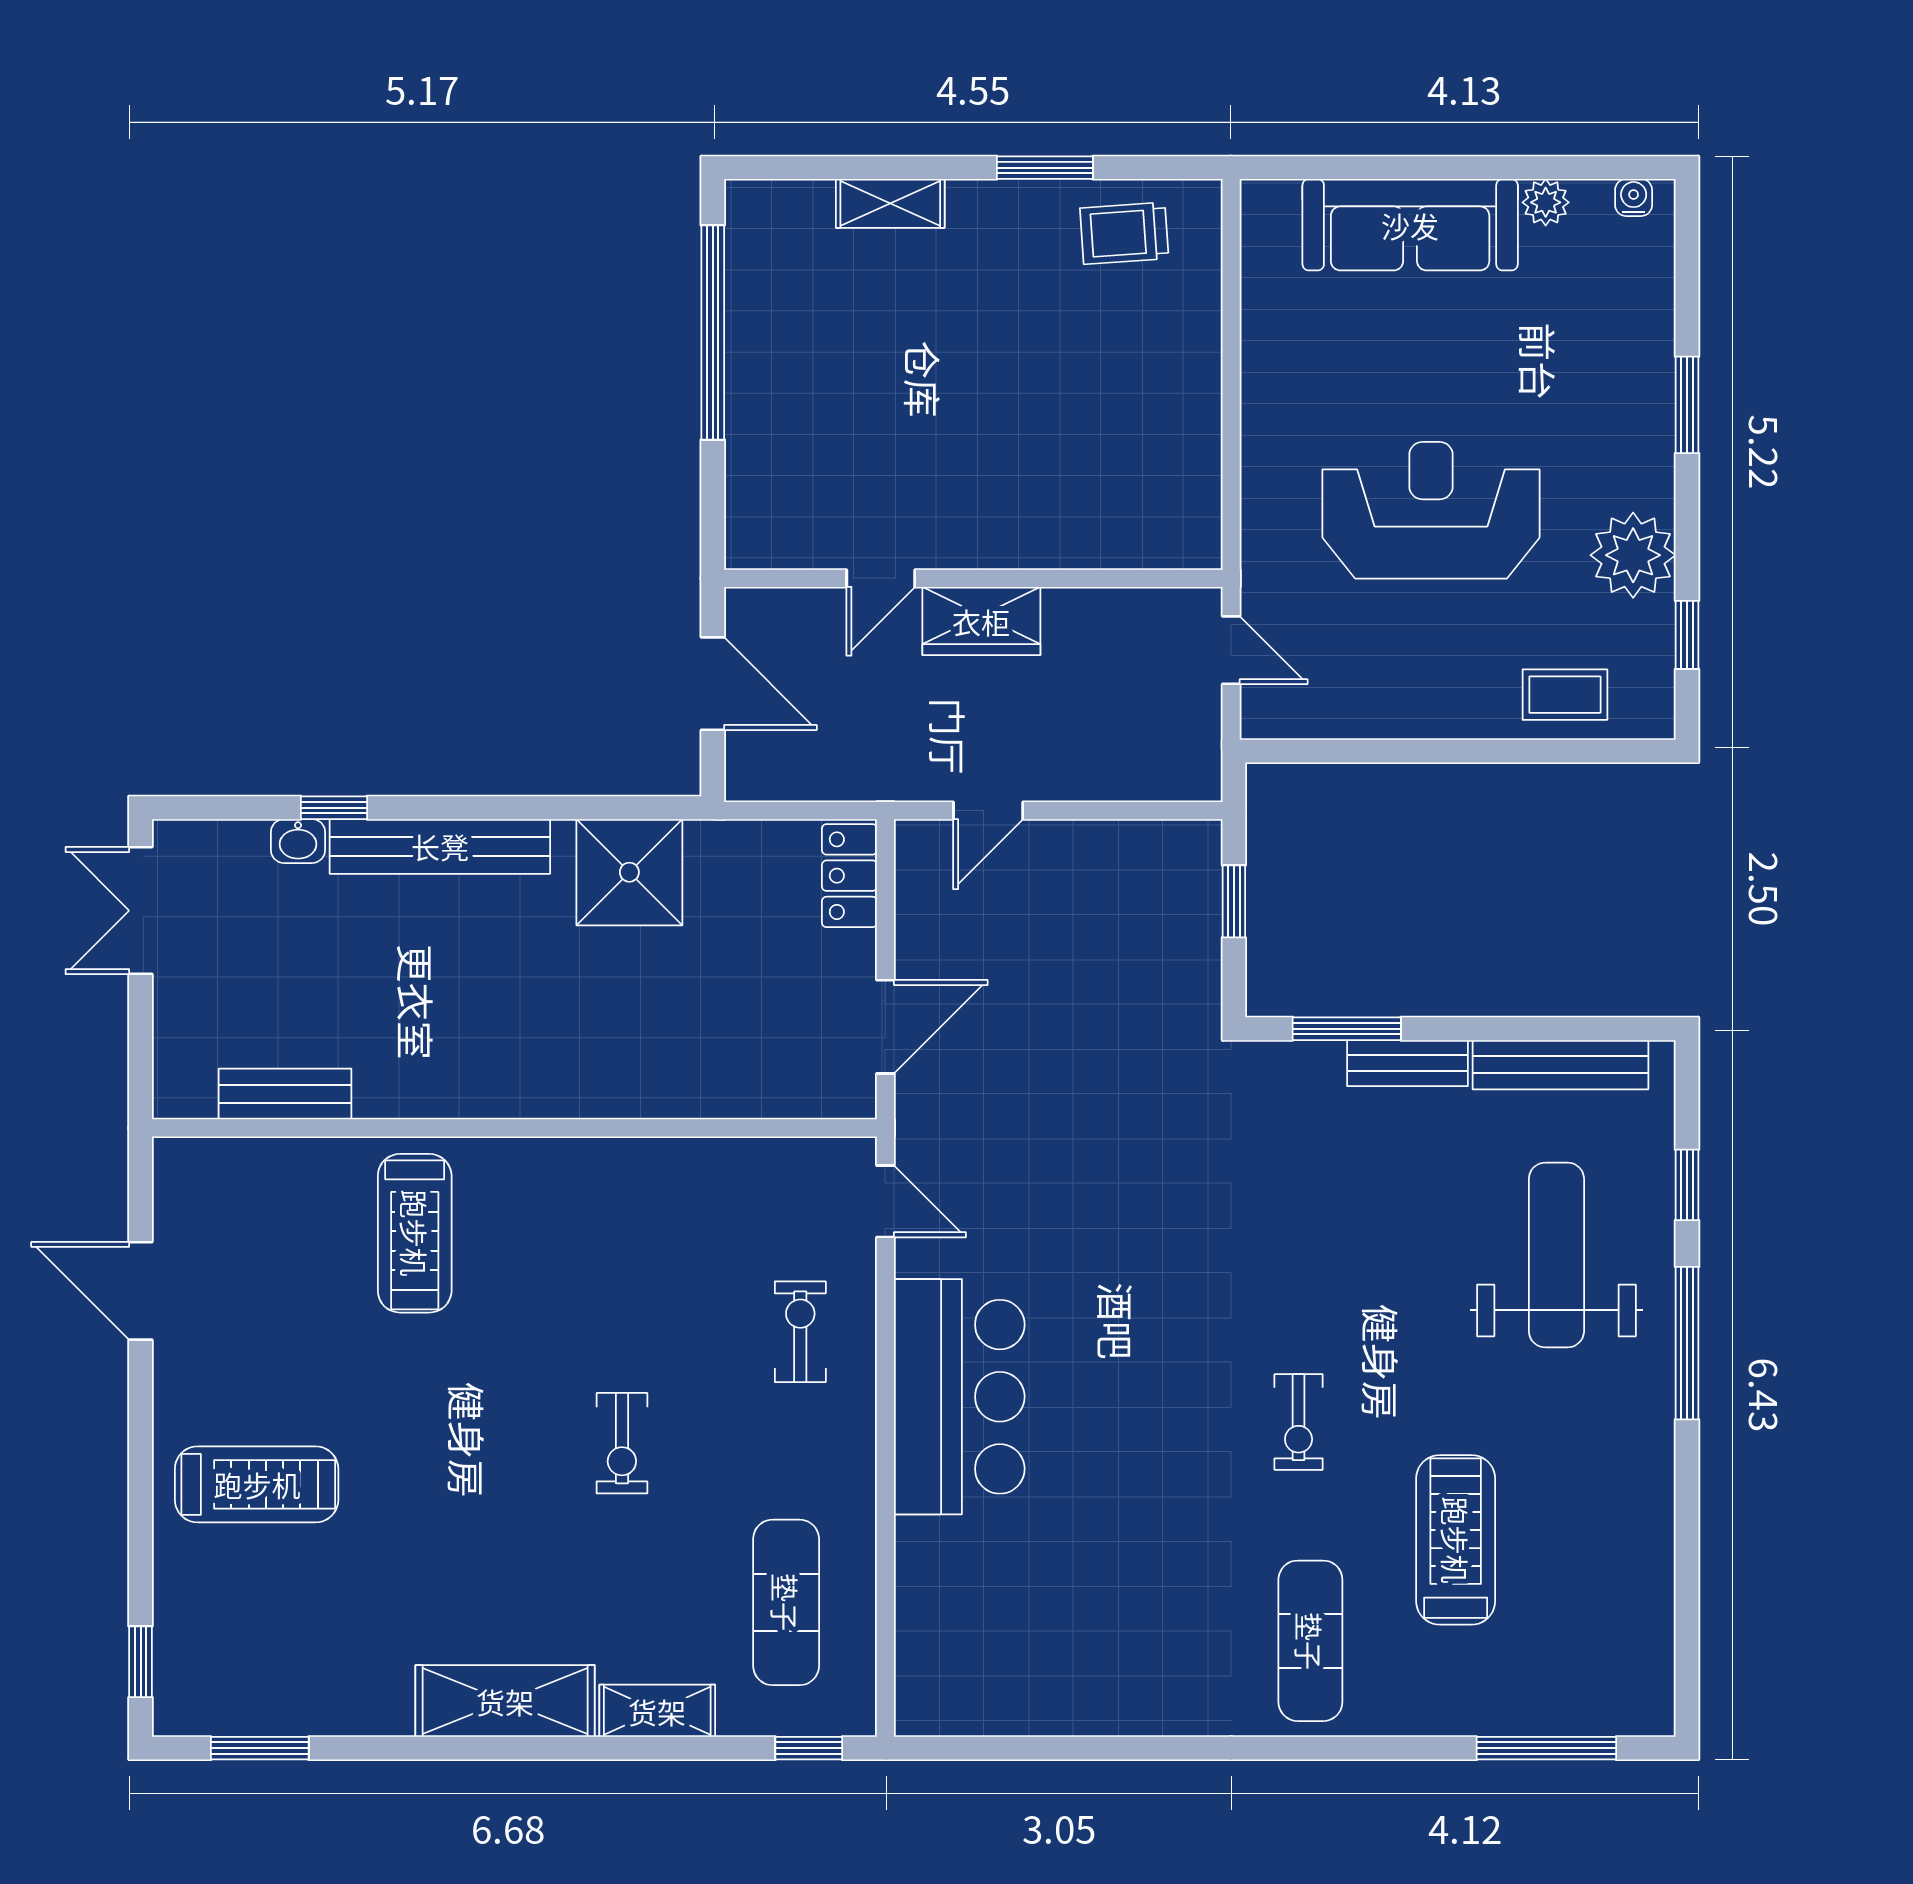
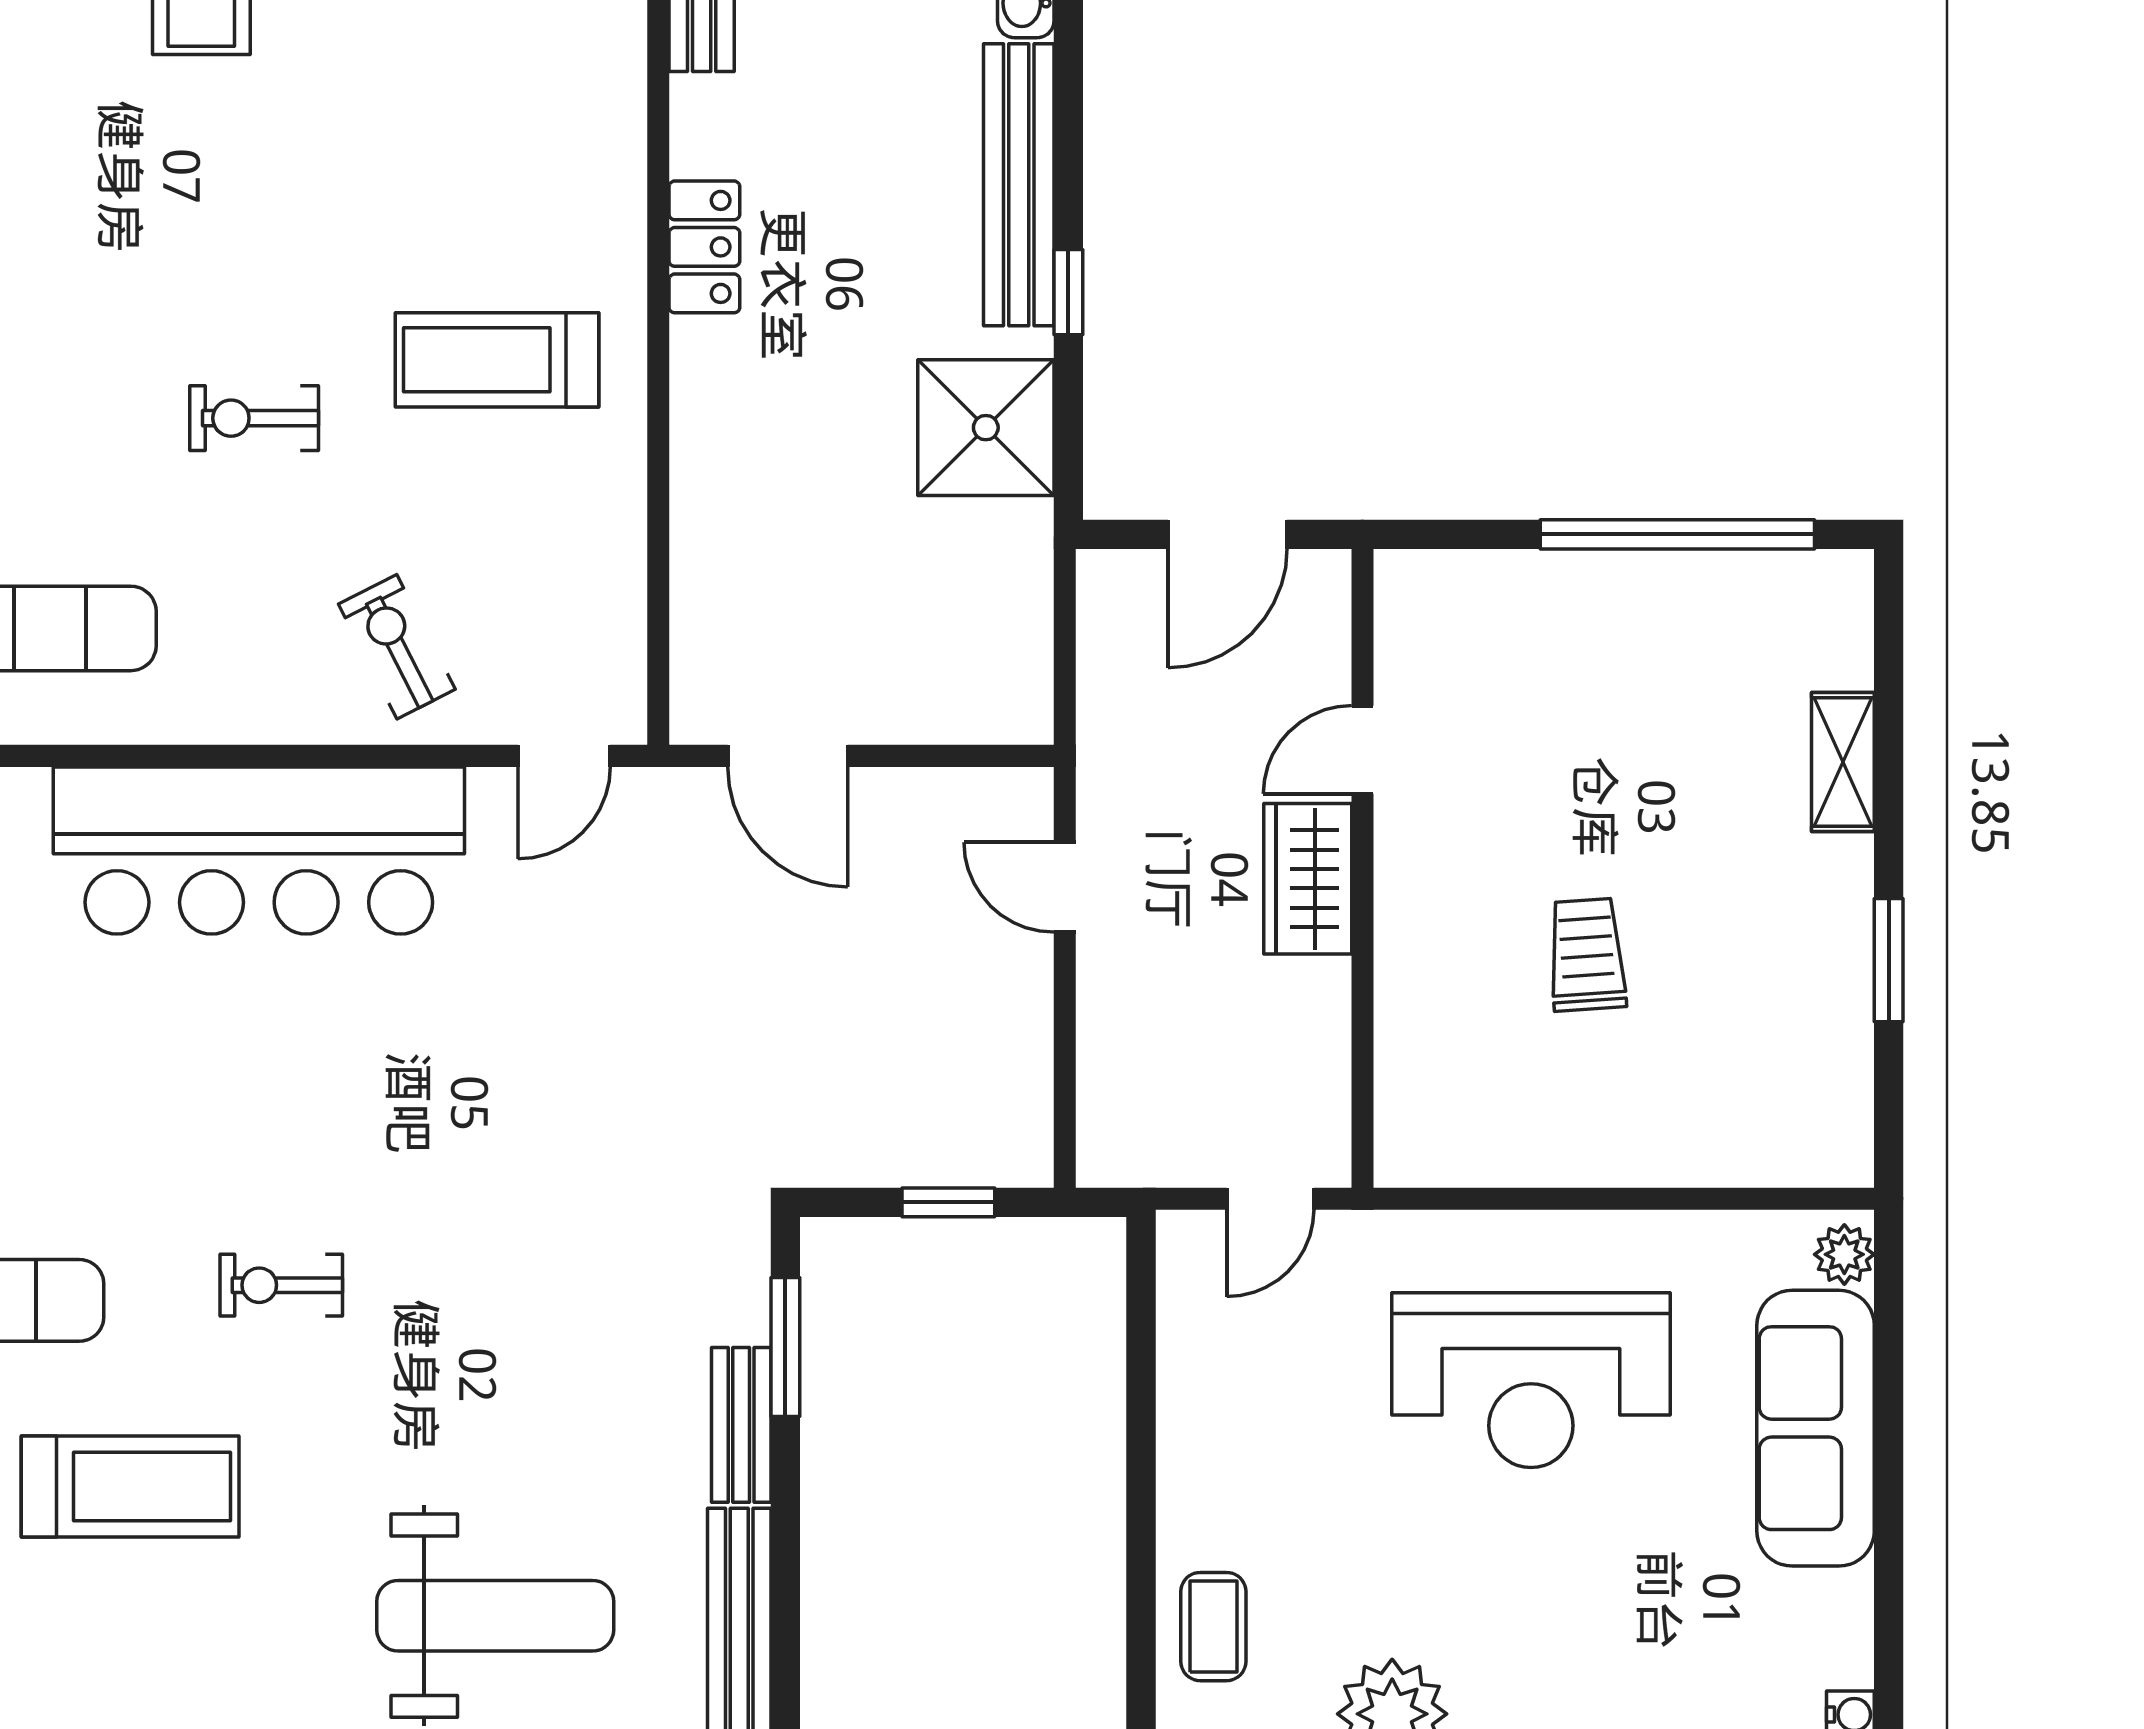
plant: (1546, 202) -> (1844, 1254), moved
trolley: (1124, 233) -> (1587, 955), moved
reception desk: (1431, 510) -> (1531, 1380), moved, turned 90
door: (881, 578) -> (1362, 750), hinge flipped
window: (334, 808) -> (1068, 292), moved
locker: (849, 876) -> (704, 247), moved, turned 90
treadmill: (415, 1233) -> (497, 360), moved
exercise bike: (800, 1332) -> (397, 647), turned -117
bar counter: (959, 1397) -> (259, 850), width x1.36

